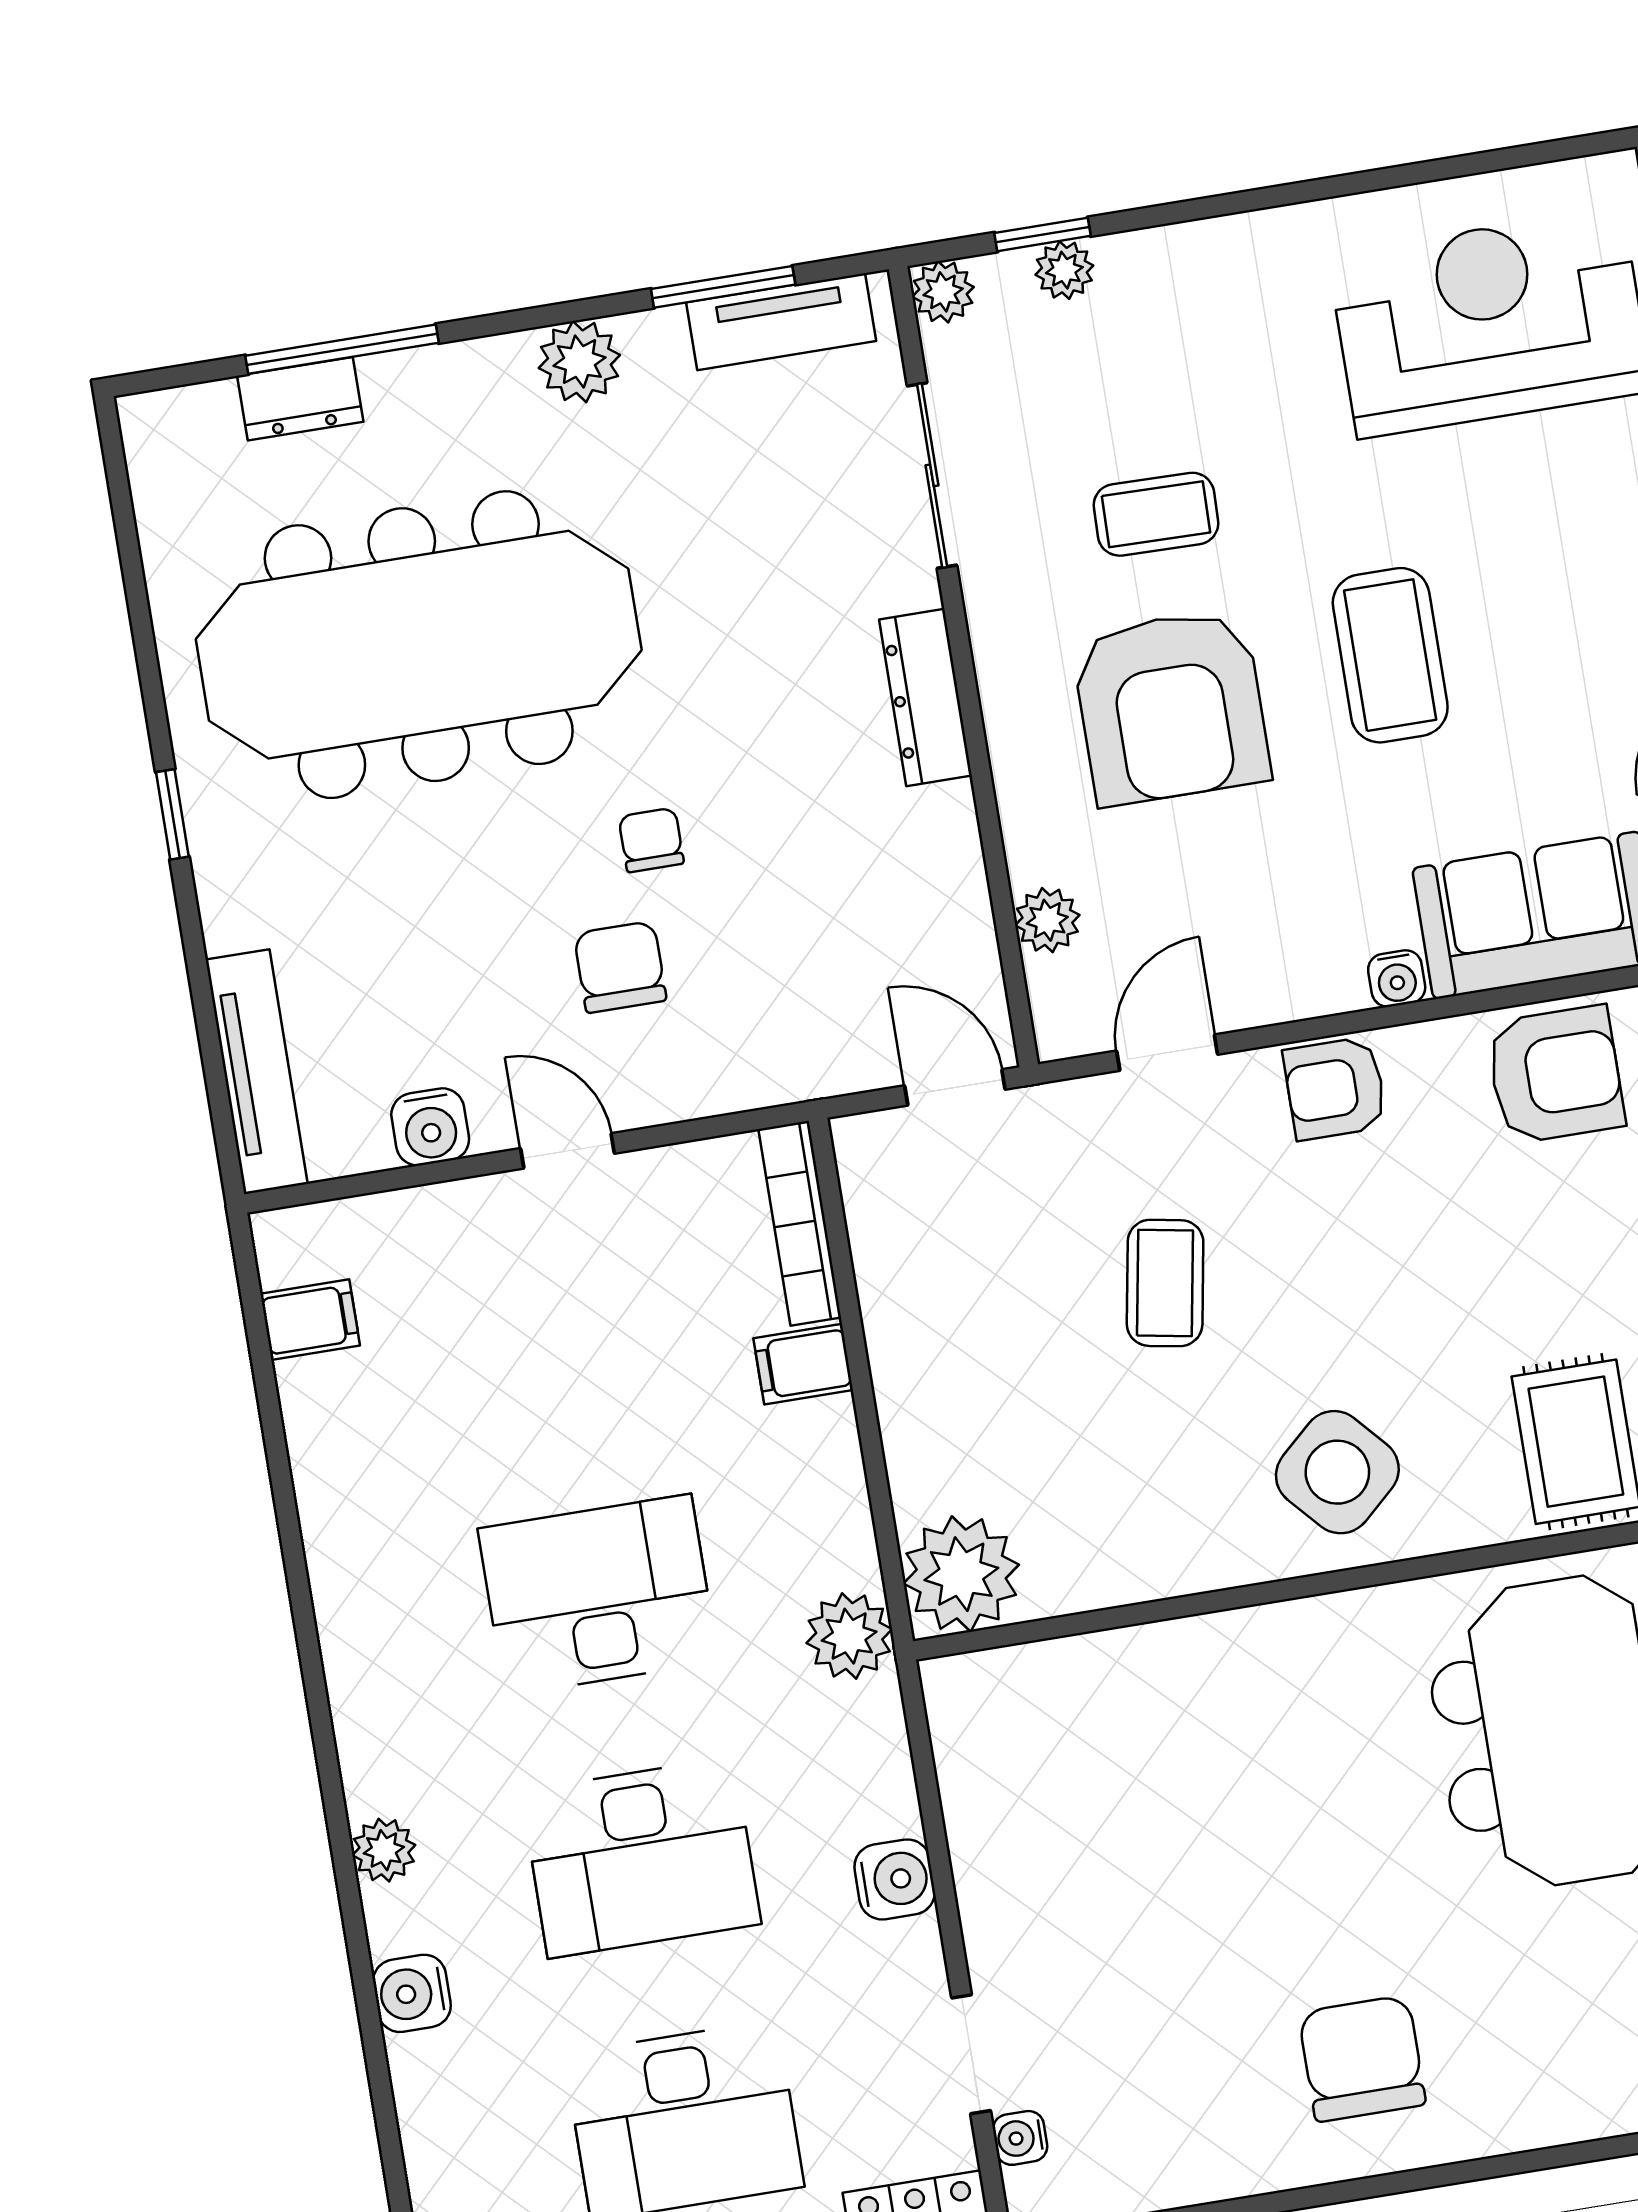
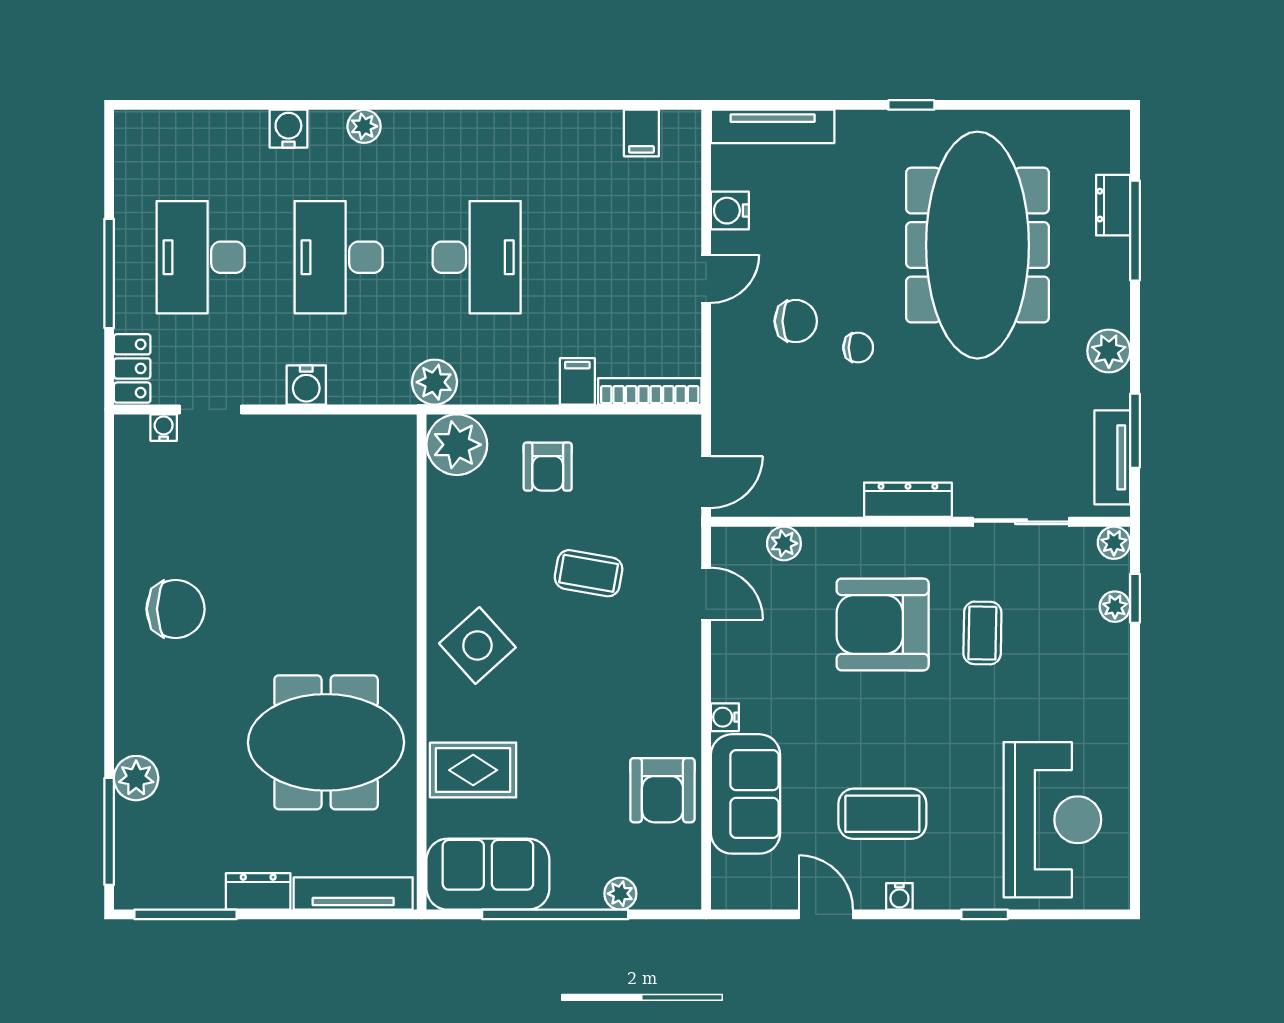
coffee table: (1390, 655) -> (882, 814), moved
armchair: (1335, 1088) -> (548, 467), moved, turned 180

